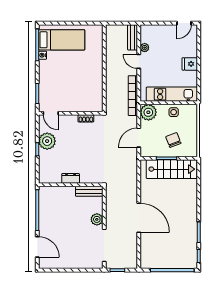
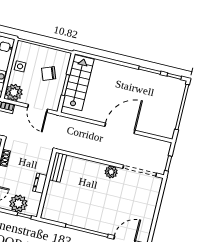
dresser: (71, 178) -> (40, 183), moved
wall: (71, 185) -> (47, 185), moved
bench: (89, 191) -> (58, 167), moved

